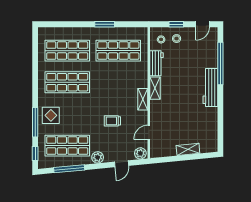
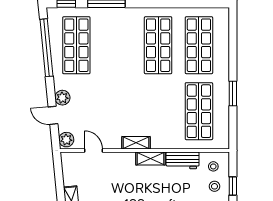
display table: (51, 115) -> (115, 24), removed
trolley: (112, 121) -> (108, 104), removed
plant: (98, 157) -> (62, 98), moved
window: (69, 169) -> (46, 48), width x1.46

